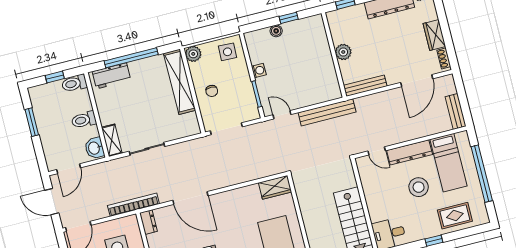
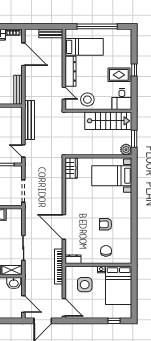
door: (282, 115) -> (23, 151), hinge flipped
door: (377, 151) -> (64, 93), hinge flipped
stool: (419, 187) -> (87, 100), moved
door: (190, 198) -> (64, 227), swing flipped
rug: (455, 216) -> (119, 75), moved, turned 90

